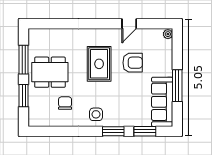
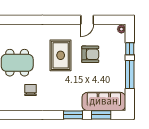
window: (177, 57) -> (130, 49), added
sofa: (162, 102) -> (104, 101), moved, turned 90
side table: (96, 114) -> (58, 100), removed

